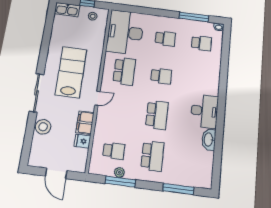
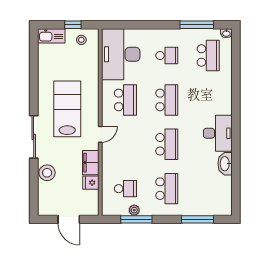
school desk: (201, 43) -> (208, 56), width x1.85
school desk: (161, 76) -> (167, 100), width x1.85

